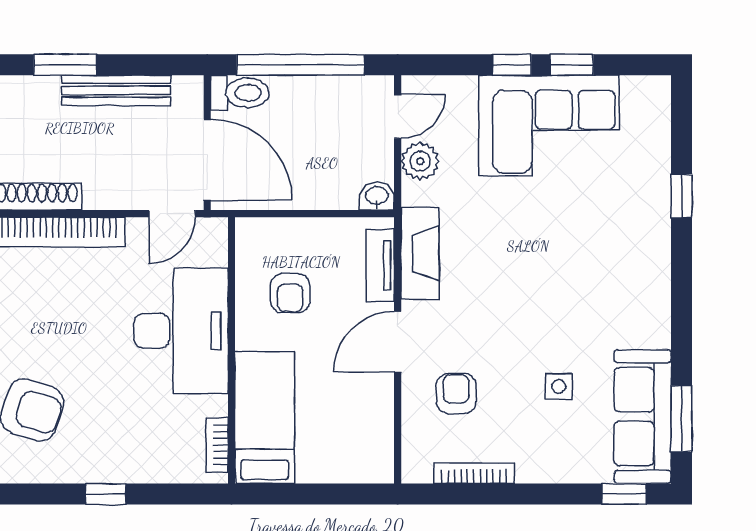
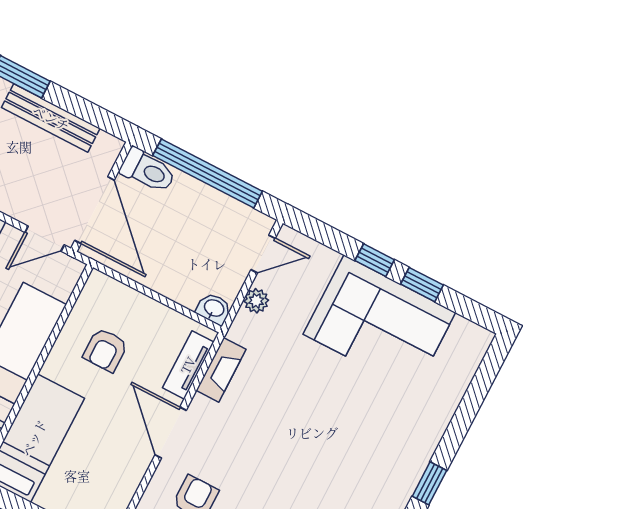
plant: (420, 161) -> (256, 301), width x0.73, depth x0.73
window: (681, 196) -> (429, 483), moved
fireplace: (420, 253) -> (221, 370), width x0.73, depth x0.76
door: (398, 342) -> (171, 433), hinge flipped

